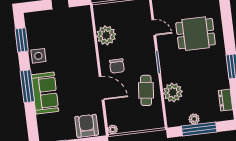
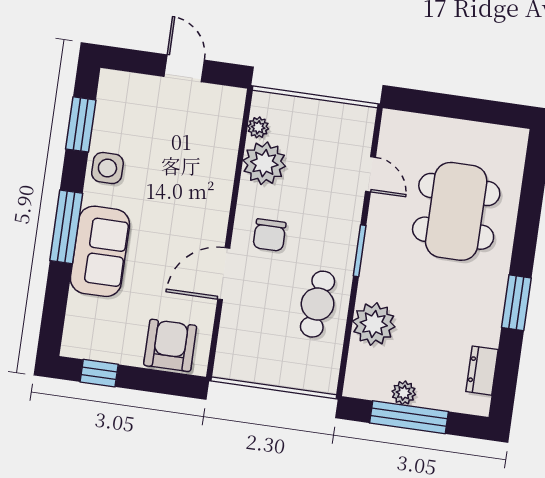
dining table: (196, 34) -> (456, 211), width x1.38
door: (102, 88) -> (224, 274), swing flipped
plant: (113, 130) -> (258, 127), moved

